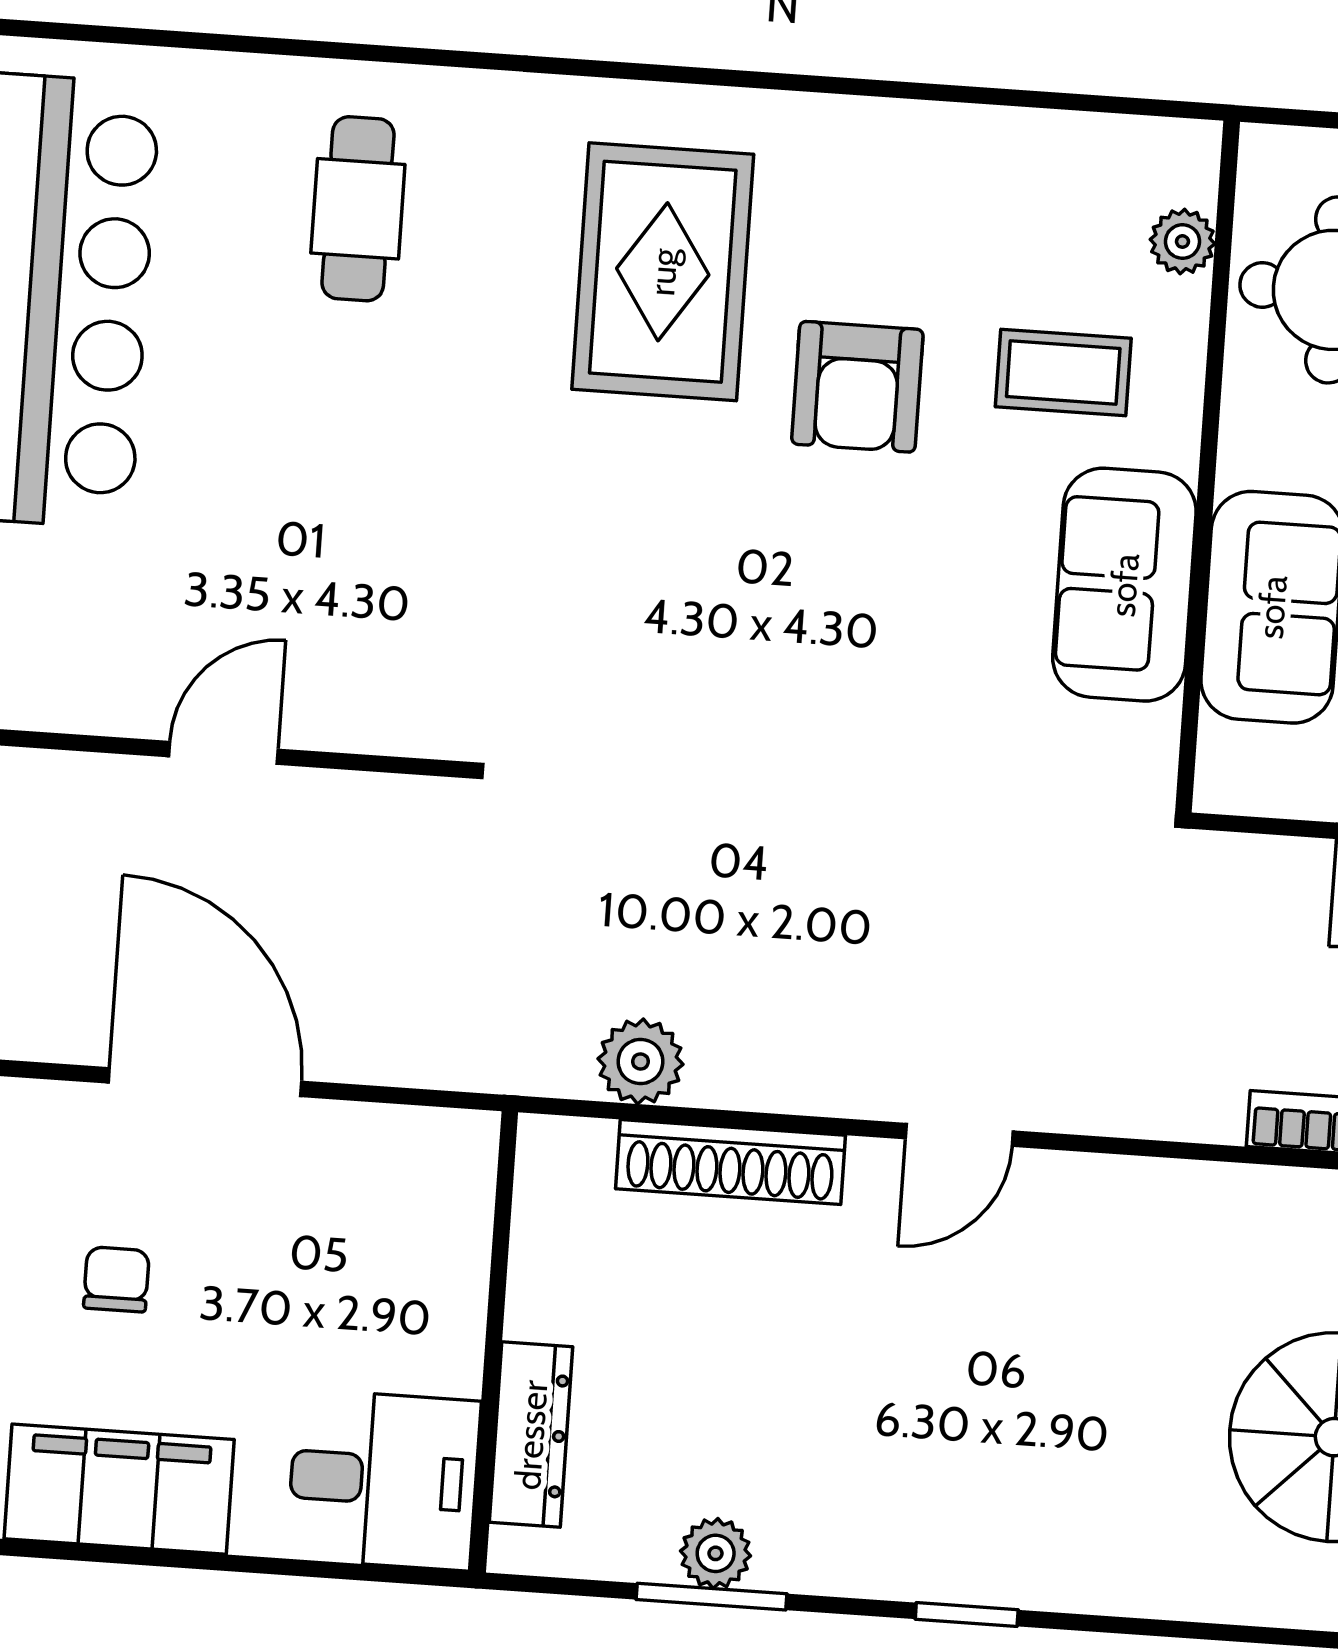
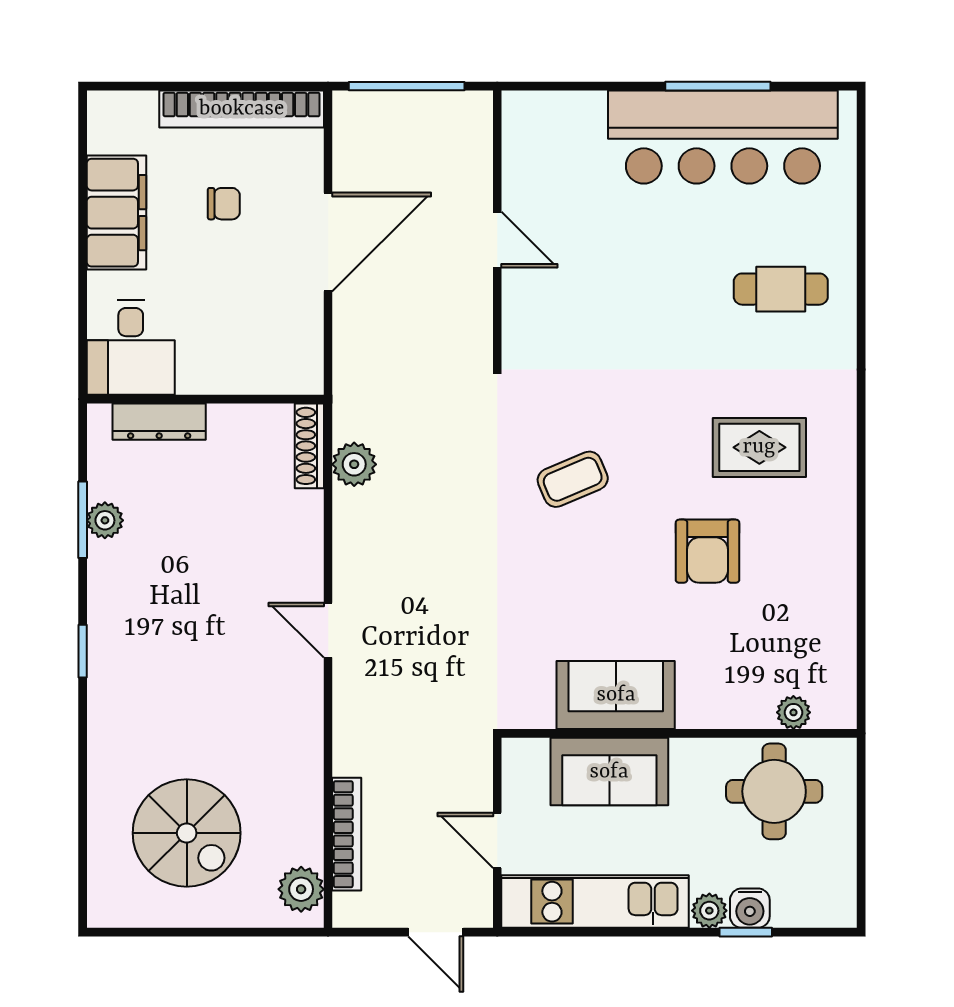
rug: (663, 272) -> (759, 447), width x0.73, depth x0.70
coffee table: (1063, 373) -> (573, 479), moved, turned 67
armchair: (857, 387) -> (707, 551), turned -90
shoe rack: (731, 1162) -> (309, 446), moved, width x0.74, depth x0.81

